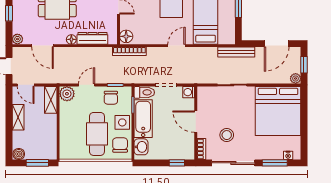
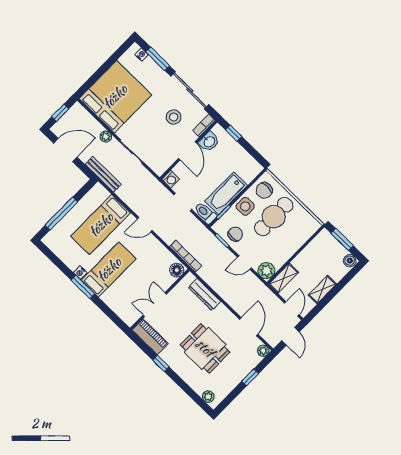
floor lamp: (71, 39) -> (222, 310), removed
plant: (296, 78) -> (106, 137), moved
washbasin: (141, 147) -> (209, 142), moved, turned 180

